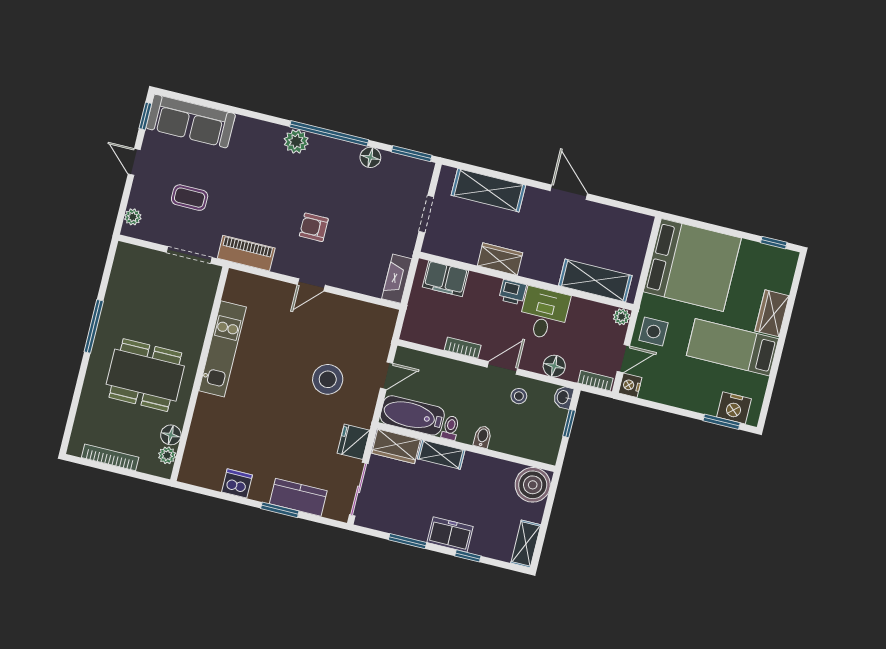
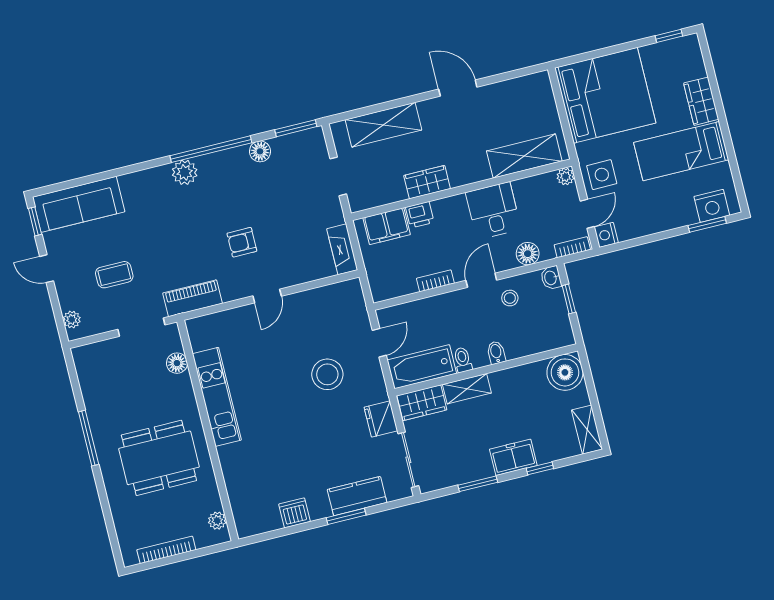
printer: (513, 292) -> (420, 215), moved
floor lamp: (171, 435) -> (177, 363), moved

